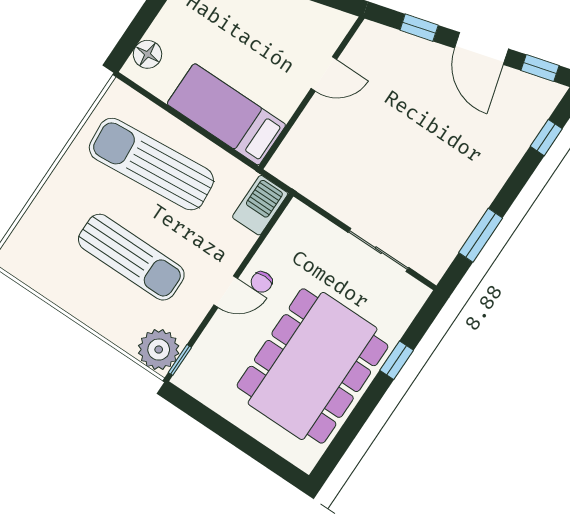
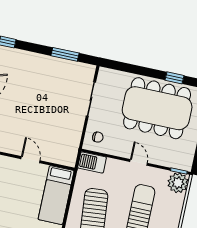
door: (324, 74) -> (31, 160), moved
chair: (262, 282) -> (98, 137), moved
window: (397, 360) -> (175, 78), moved

